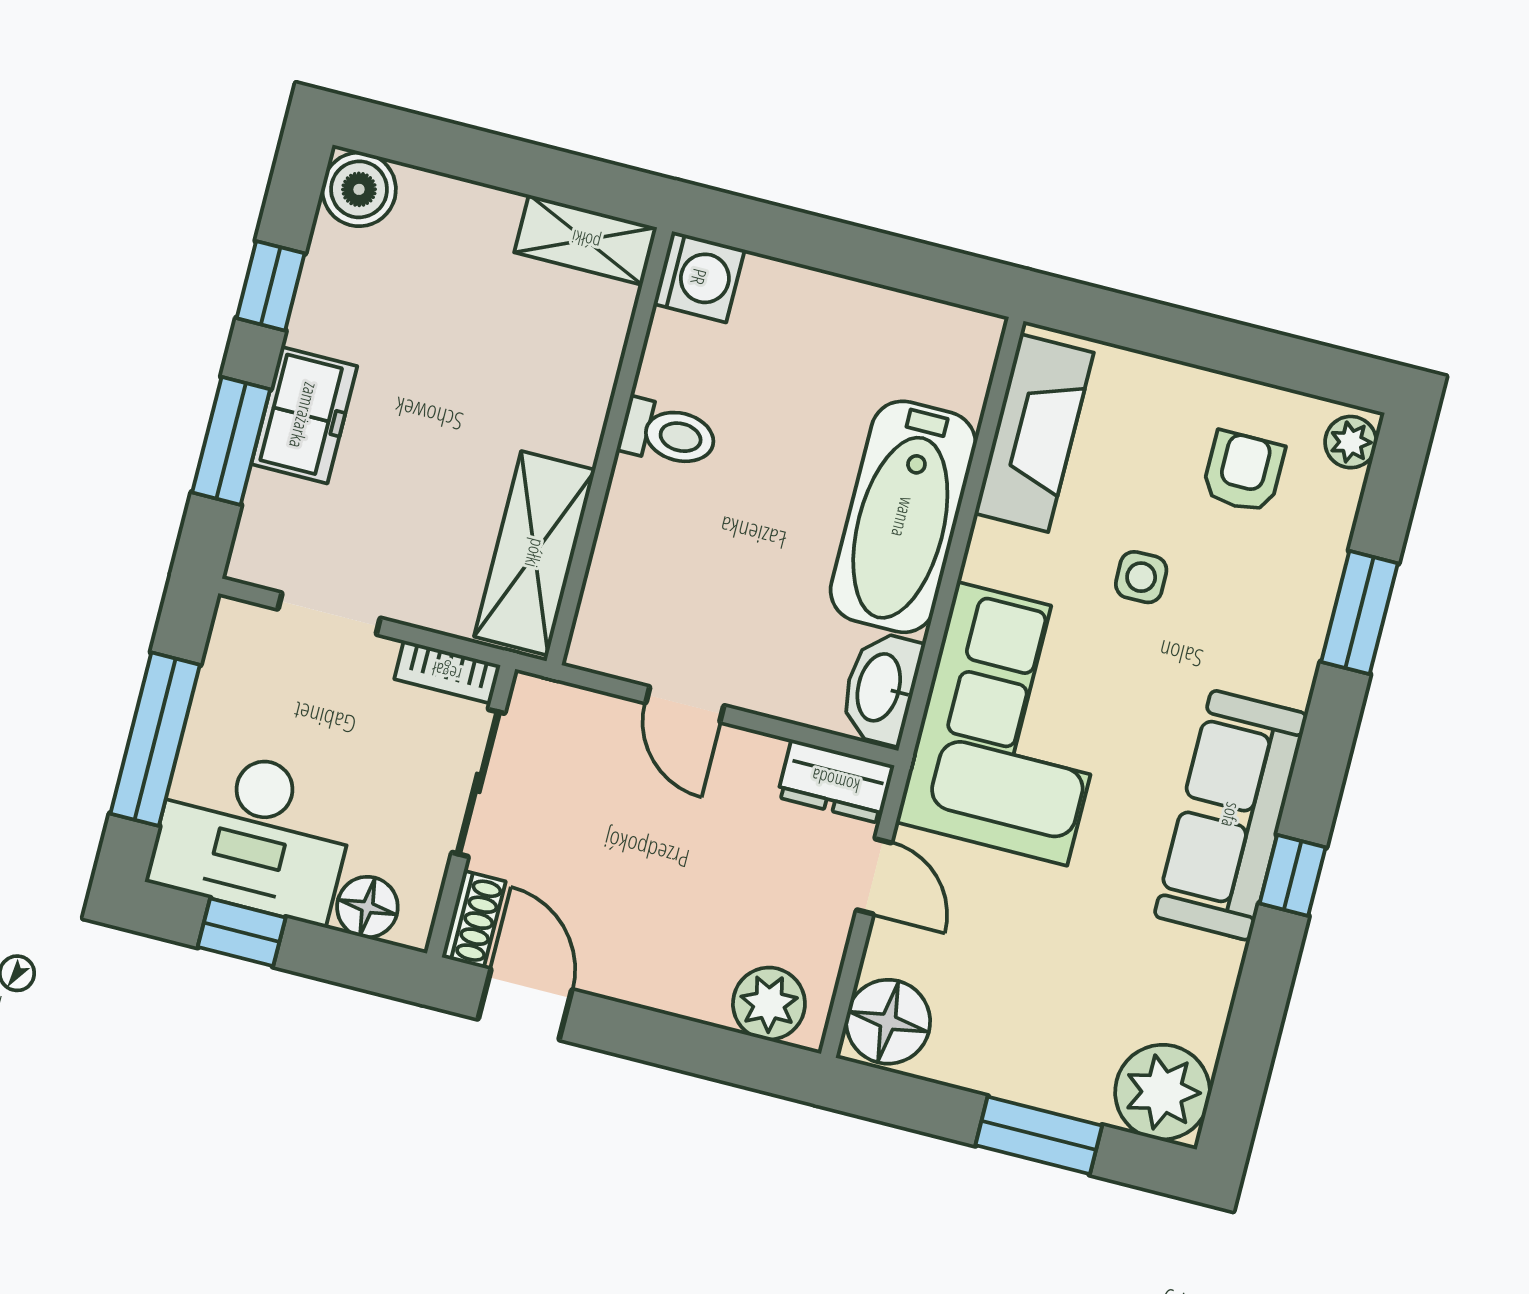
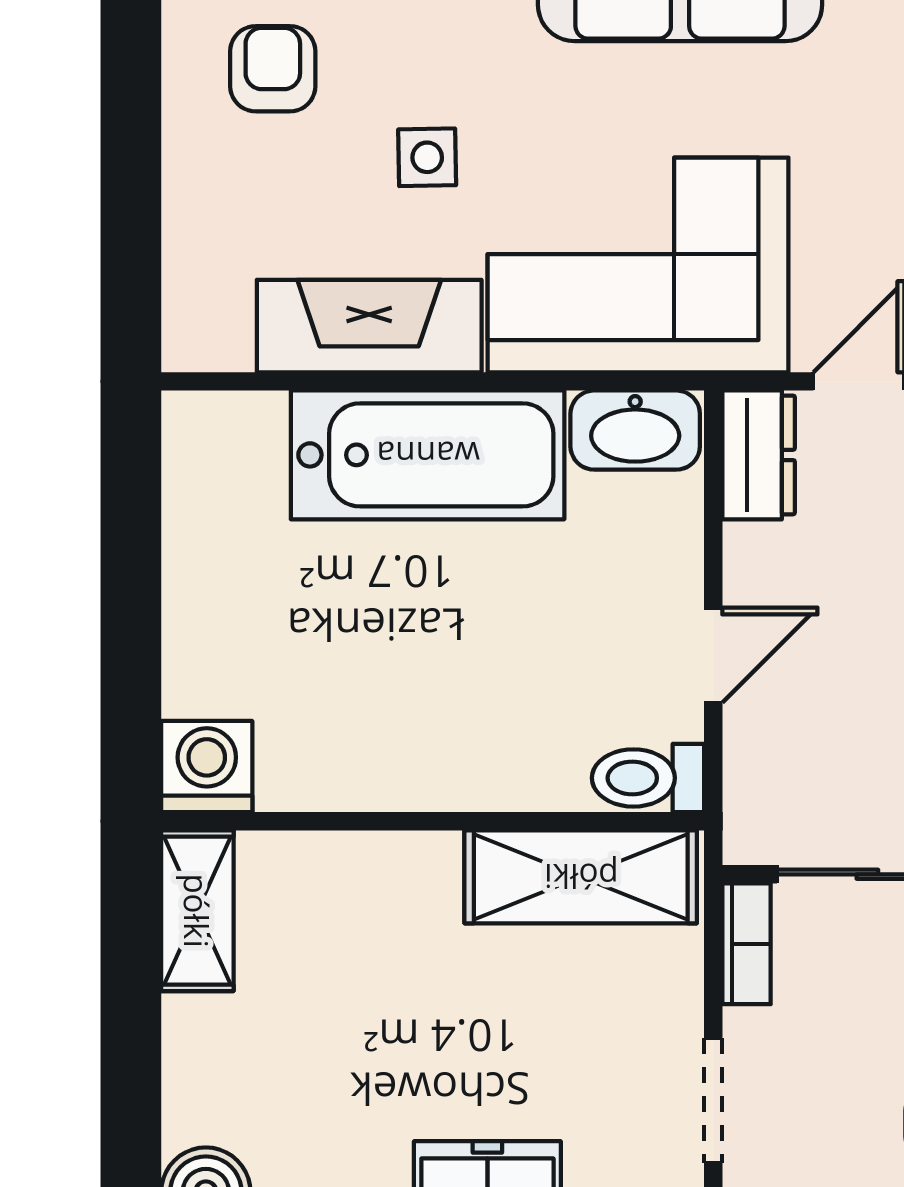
fireplace: (1034, 433) -> (369, 326), moved
toilet: (668, 434) -> (648, 778), moved, turned -90
armchair: (1243, 472) -> (273, 69), turned 90

